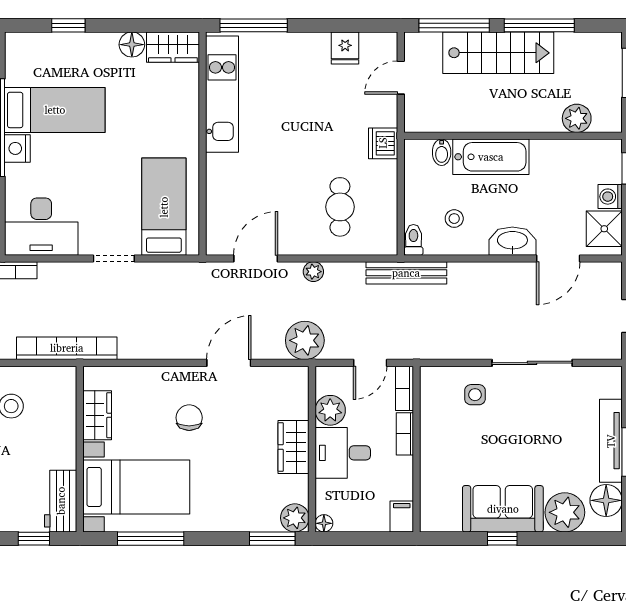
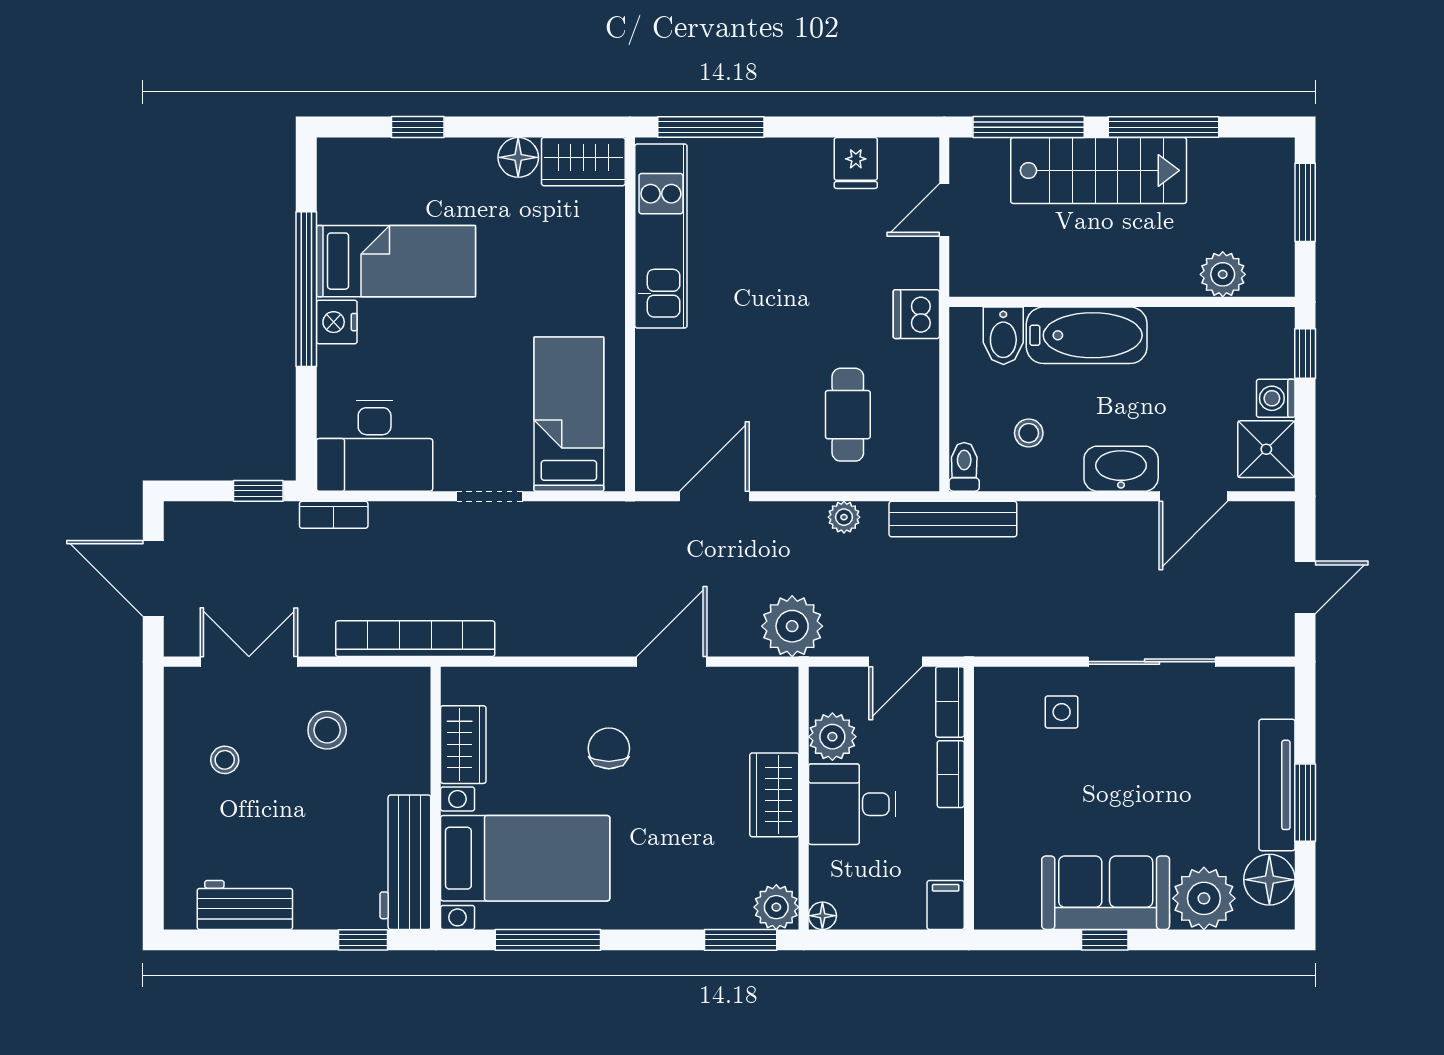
bidet: (442, 152) -> (1003, 336), width x1.38, depth x1.36
plant: (313, 272) -> (844, 517), moved
workbench: (61, 501) -> (405, 862), width x1.38

